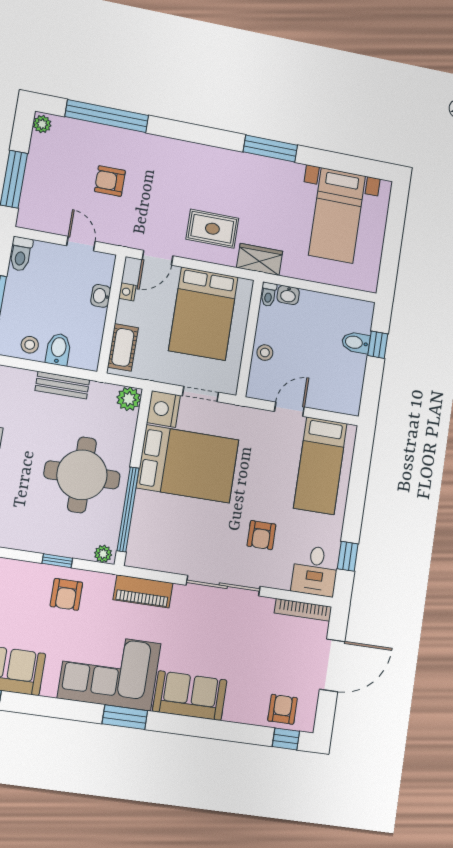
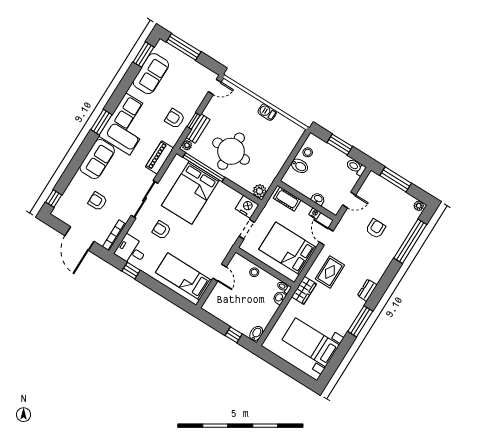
dresser: (216, 156) -> (367, 290), added
bidet: (356, 343) -> (256, 334), moved
bench: (62, 385) -> (198, 129), moved
bed: (188, 464) -> (190, 193), moved
armchair: (282, 709) -> (98, 201), moved, turned 180

